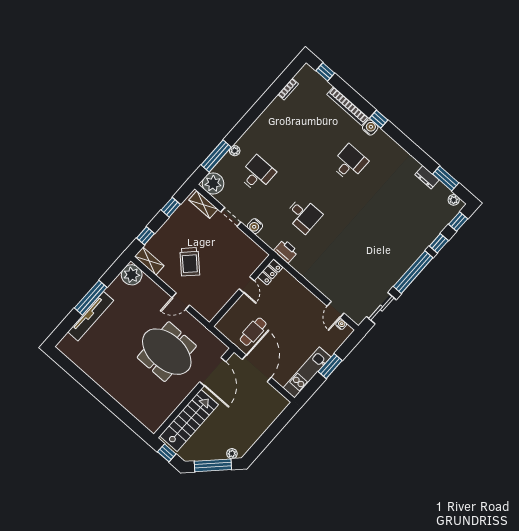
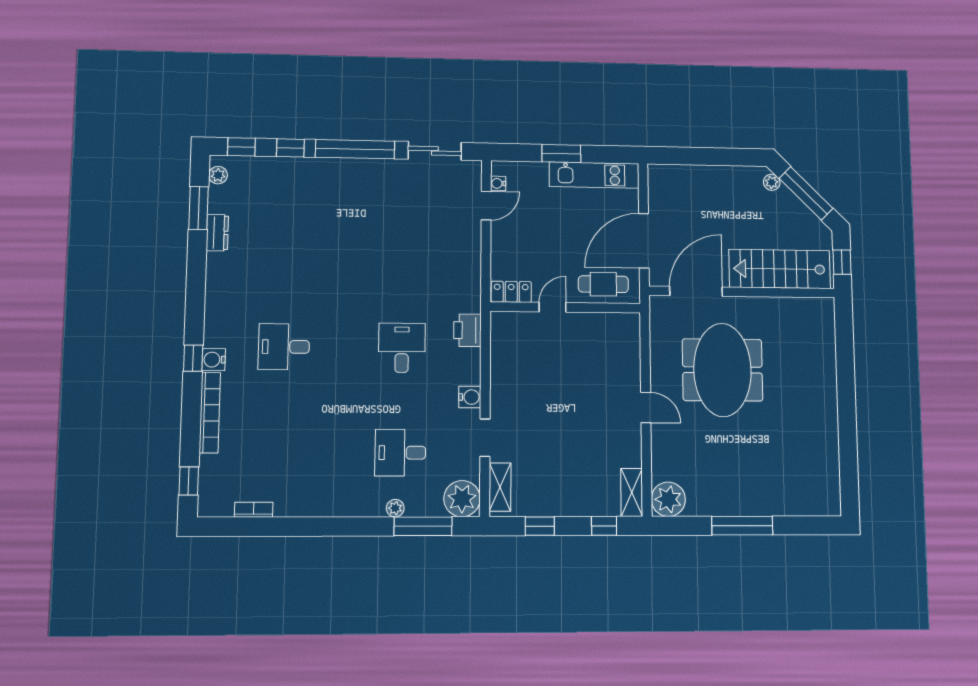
trolley: (190, 262) -> (587, 440), removed
locker: (270, 272) -> (511, 292), moved
door: (247, 285) -> (553, 307), moved
wall: (242, 291) -> (566, 307), moved
tv unit: (91, 316) -> (764, 505), removed

